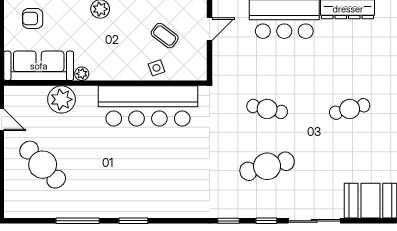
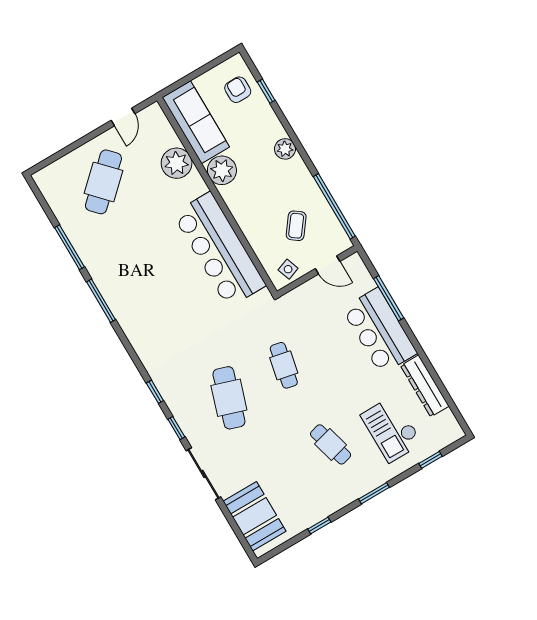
checkout: (366, 55) -> (391, 429), added
side table: (156, 68) -> (288, 269), moved
plant: (82, 74) -> (222, 170), width x1.87, depth x1.87
cafe table: (267, 166) -> (229, 398), turned 33
window: (133, 221) -> (101, 301), width x1.44

